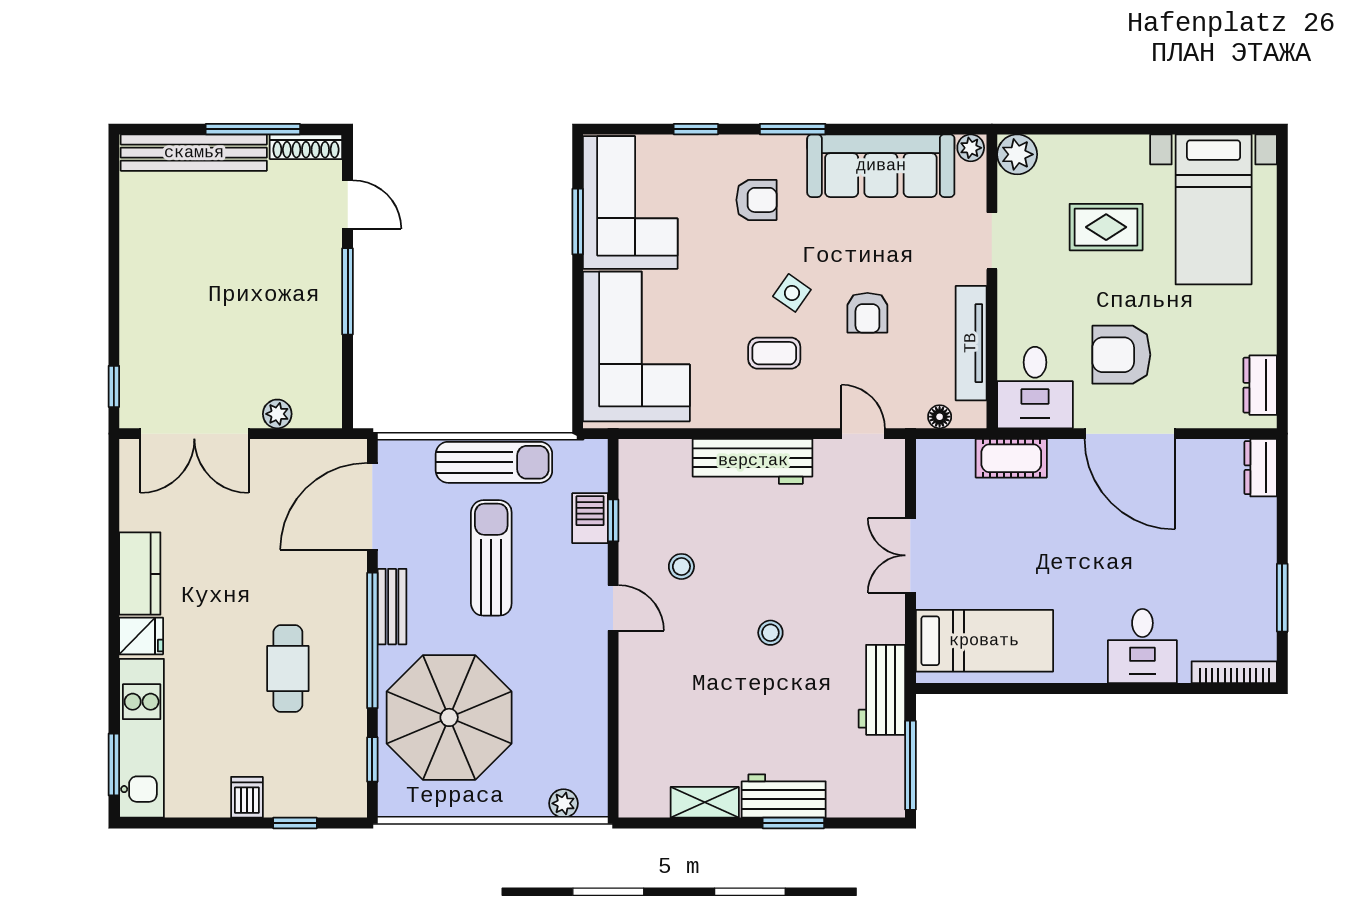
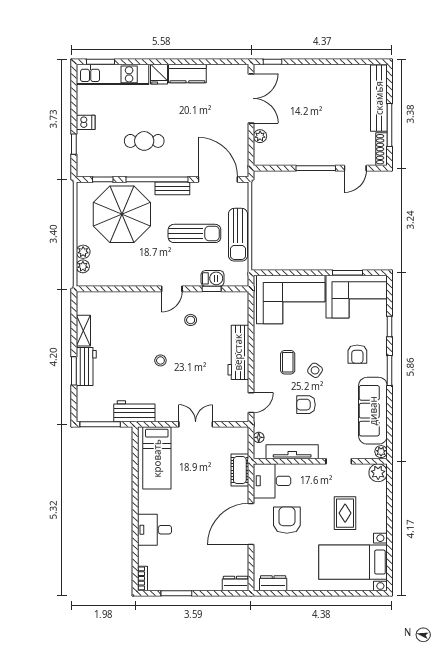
double door: (194, 434) -> (251, 98), swing flipped
bookcase: (1234, 672) -> (142, 578), width x0.64
plant: (531, 803) -> (83, 252), added

